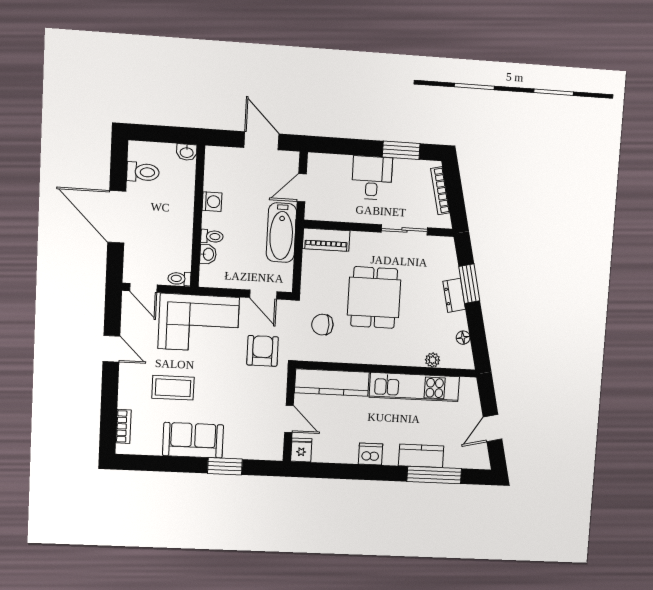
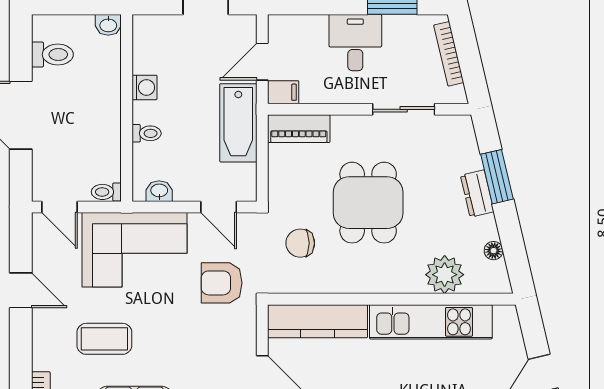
filing cabinet: (316, 212) -> (283, 92), added
washbasin: (208, 254) -> (159, 191), moved, turned -90
armchair: (263, 351) -> (222, 283), turned -90
plant: (433, 360) -> (445, 275), width x1.87, depth x1.87

